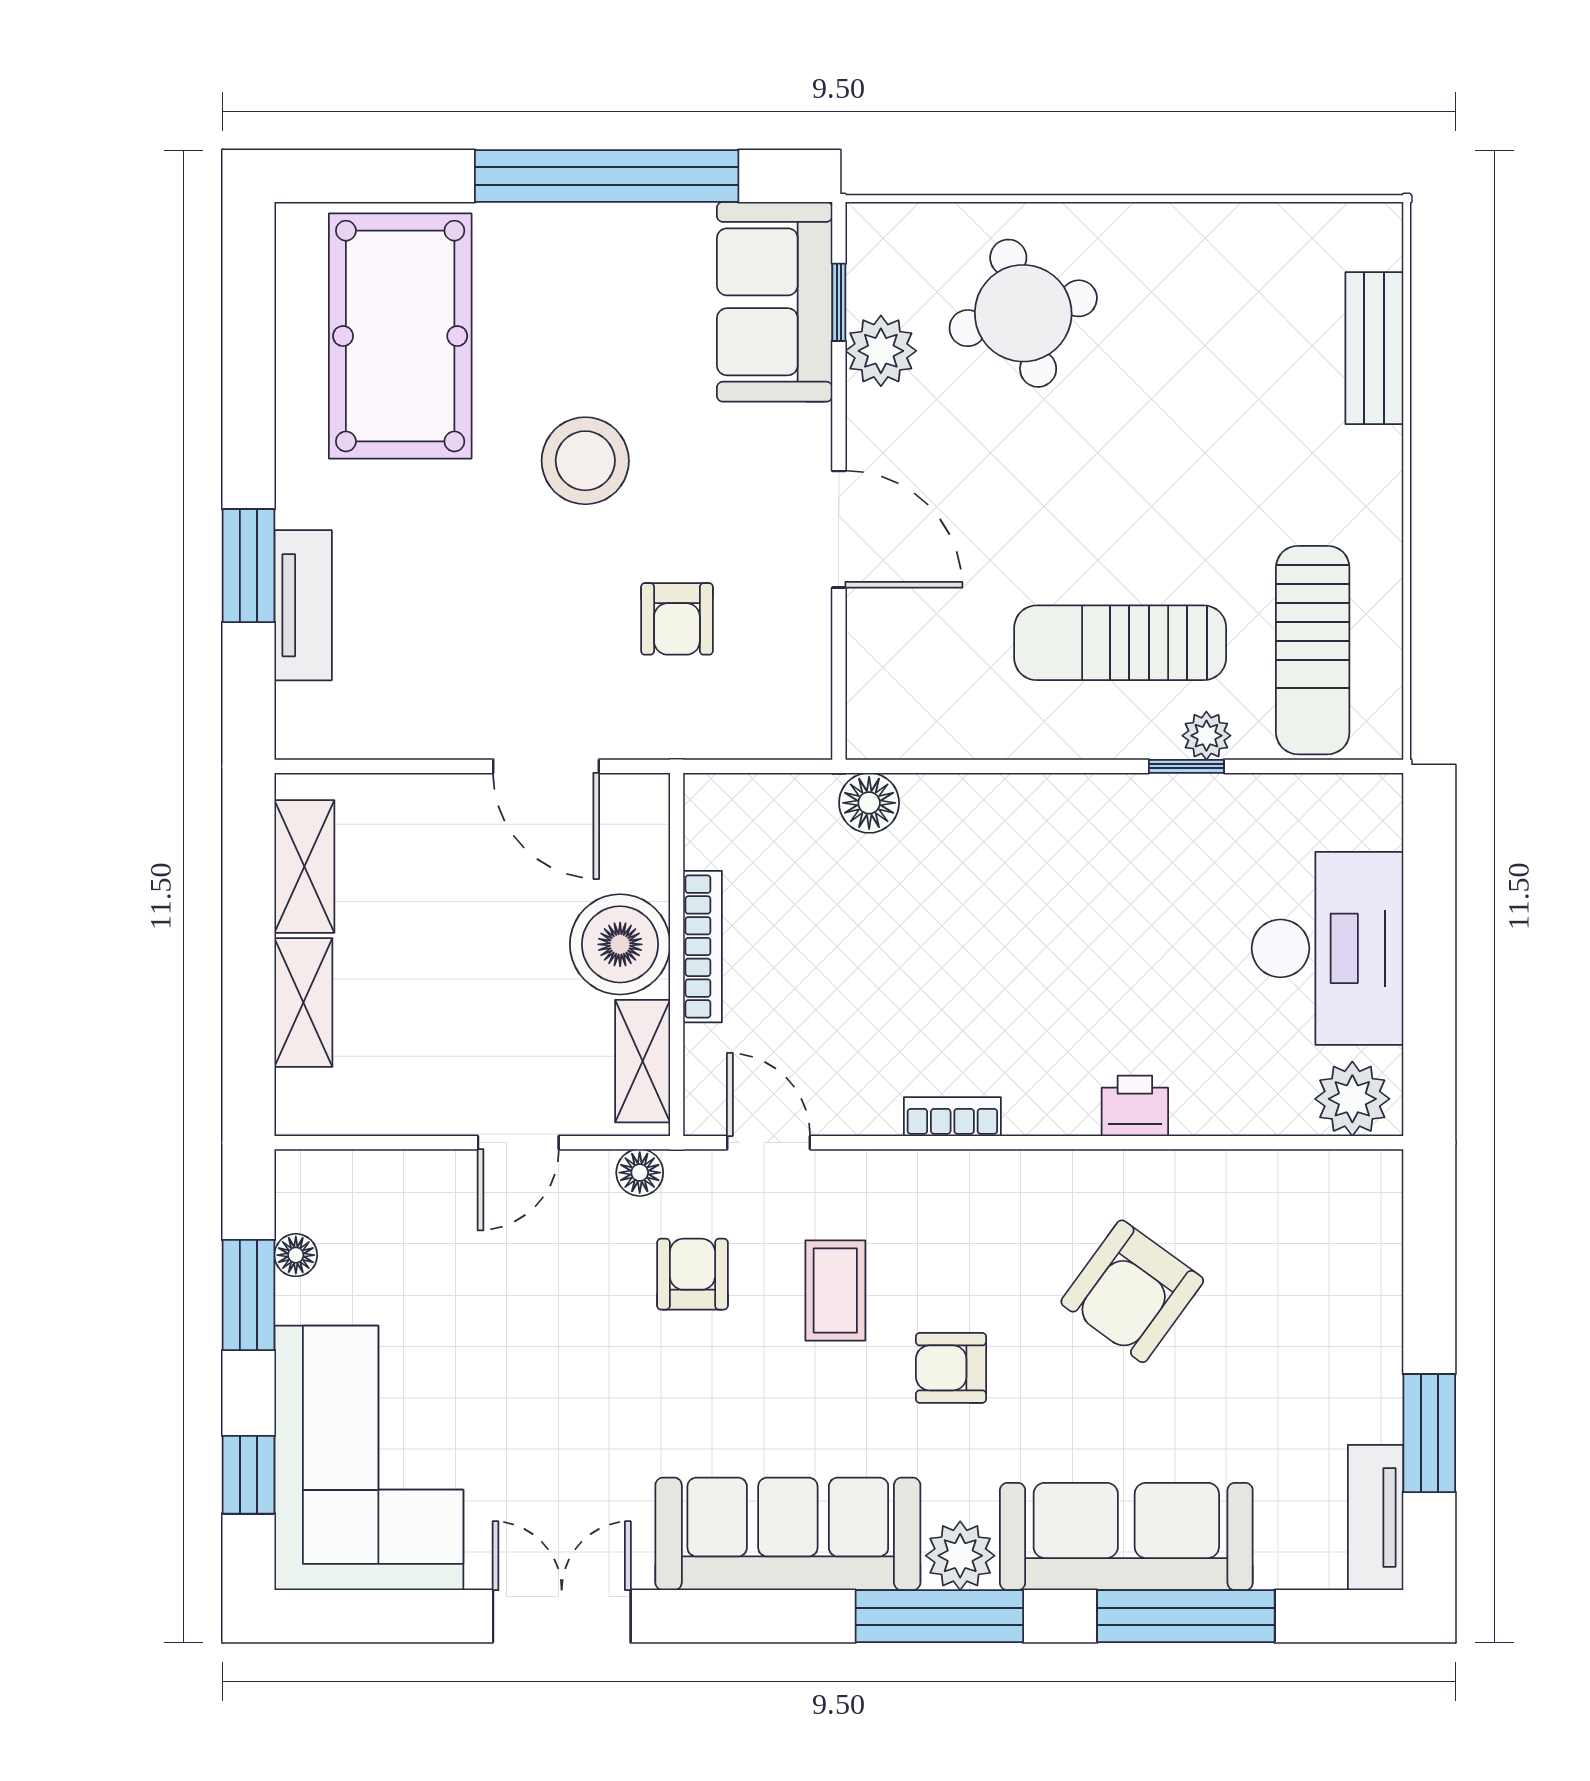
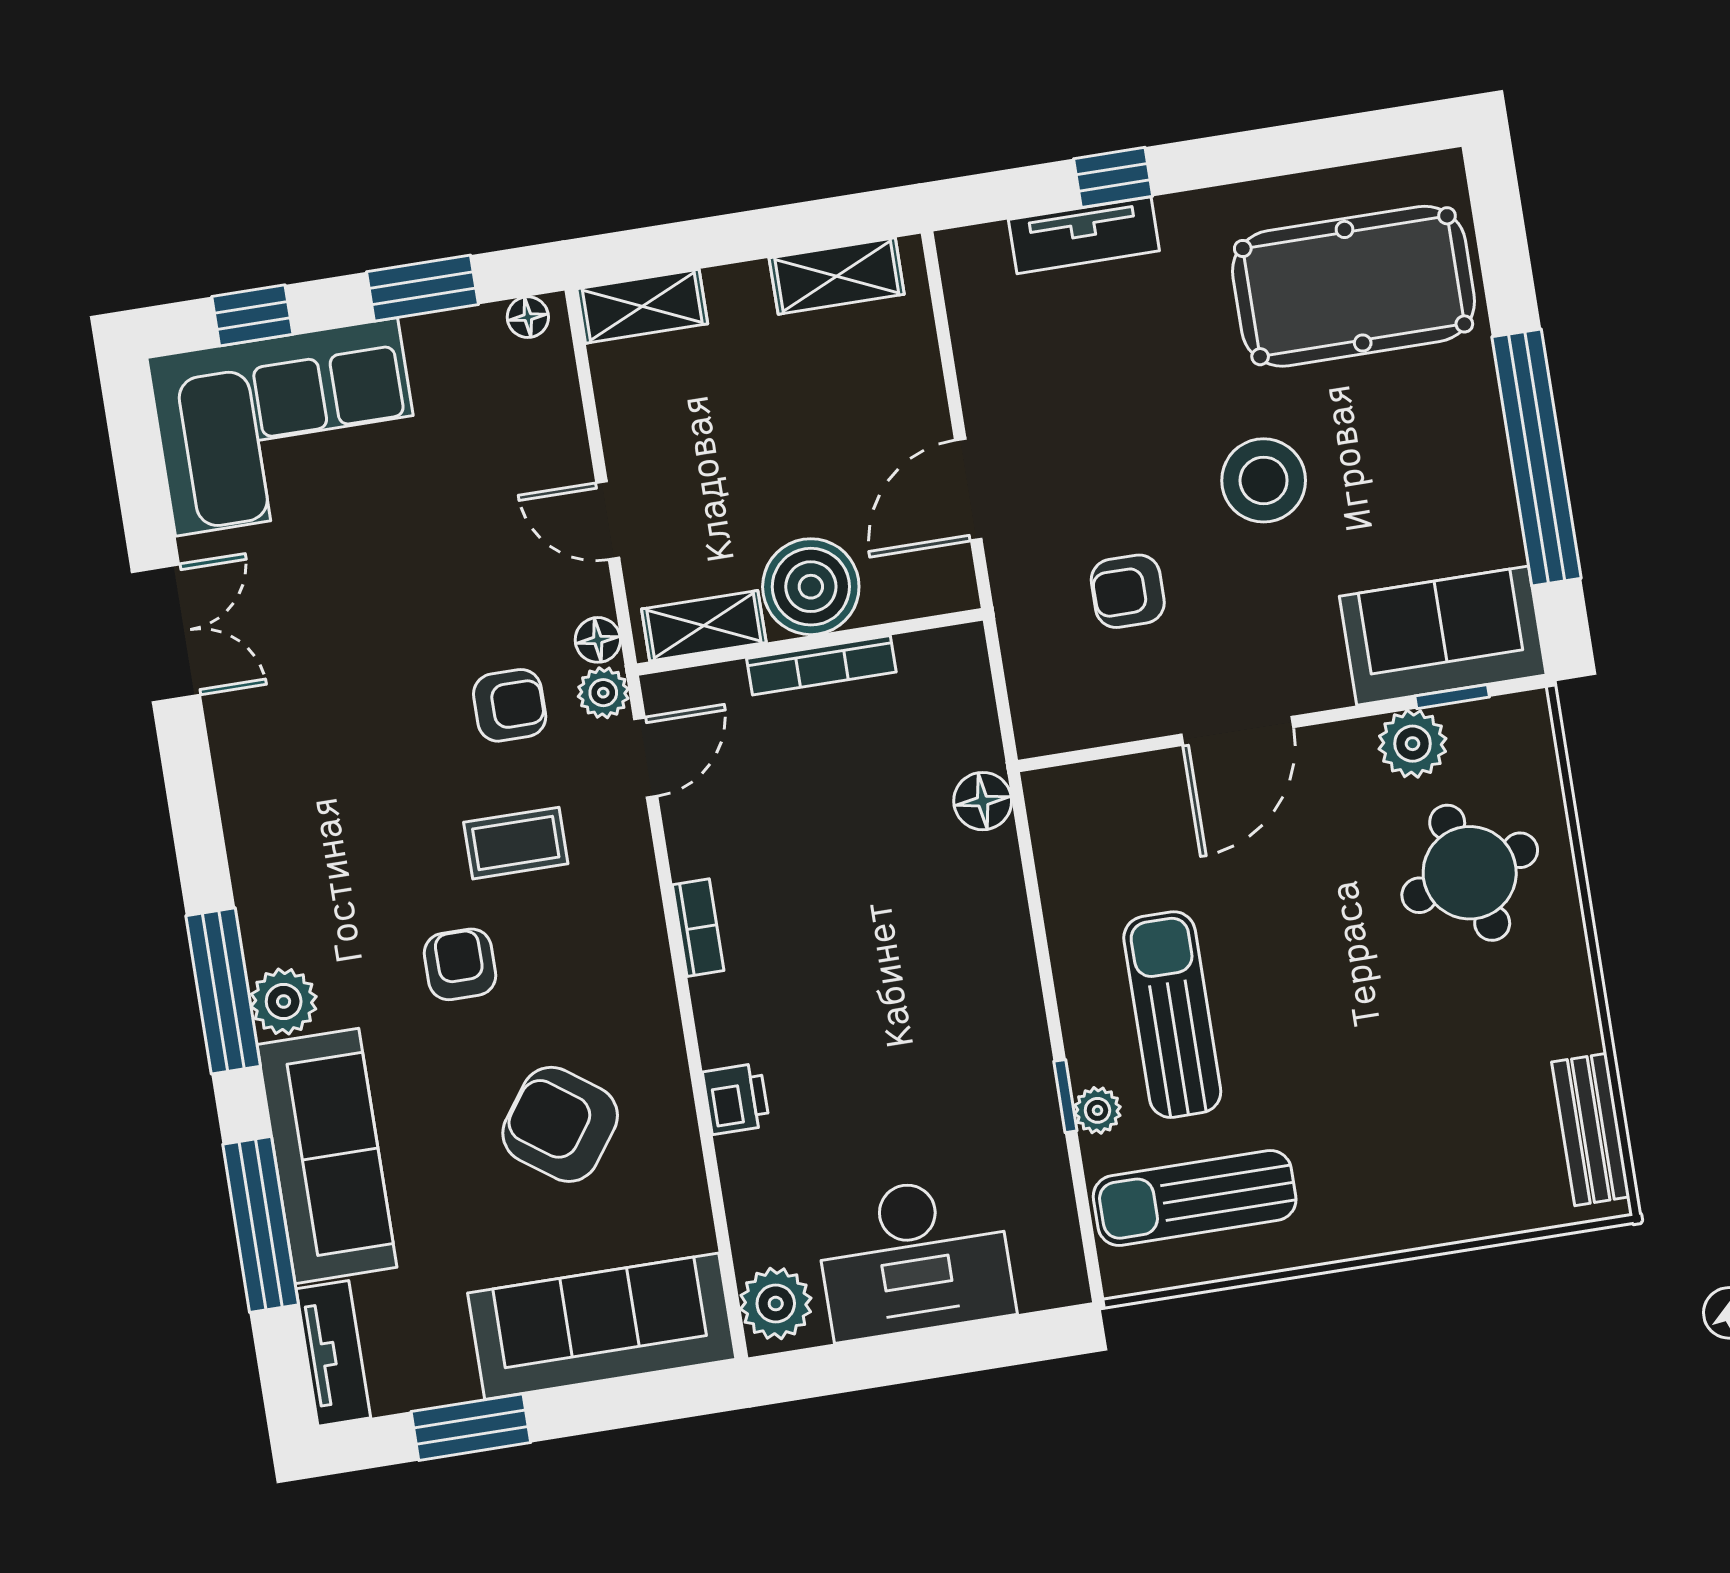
bench: (1374, 348) -> (1591, 1129), moved, turned 90
window: (249, 566) -> (1113, 177), width x0.67
shelving: (303, 1003) -> (642, 306), moved
plant: (695, 1176) -> (603, 693), added
floor lamp: (296, 1255) -> (528, 317), moved
tv unit: (1376, 1518) -> (333, 1353), moved, turned 90
sofa: (788, 1534) -> (602, 1326), moved, turned -90

